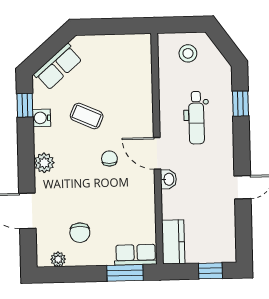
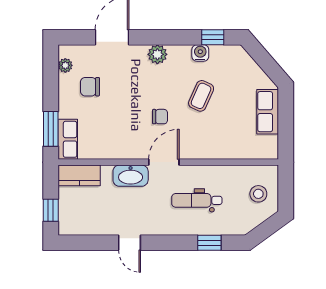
row of seats: (58, 67) -> (268, 112), moved, turned 41
washbasin: (168, 179) -> (131, 176), width x1.91, depth x1.45

